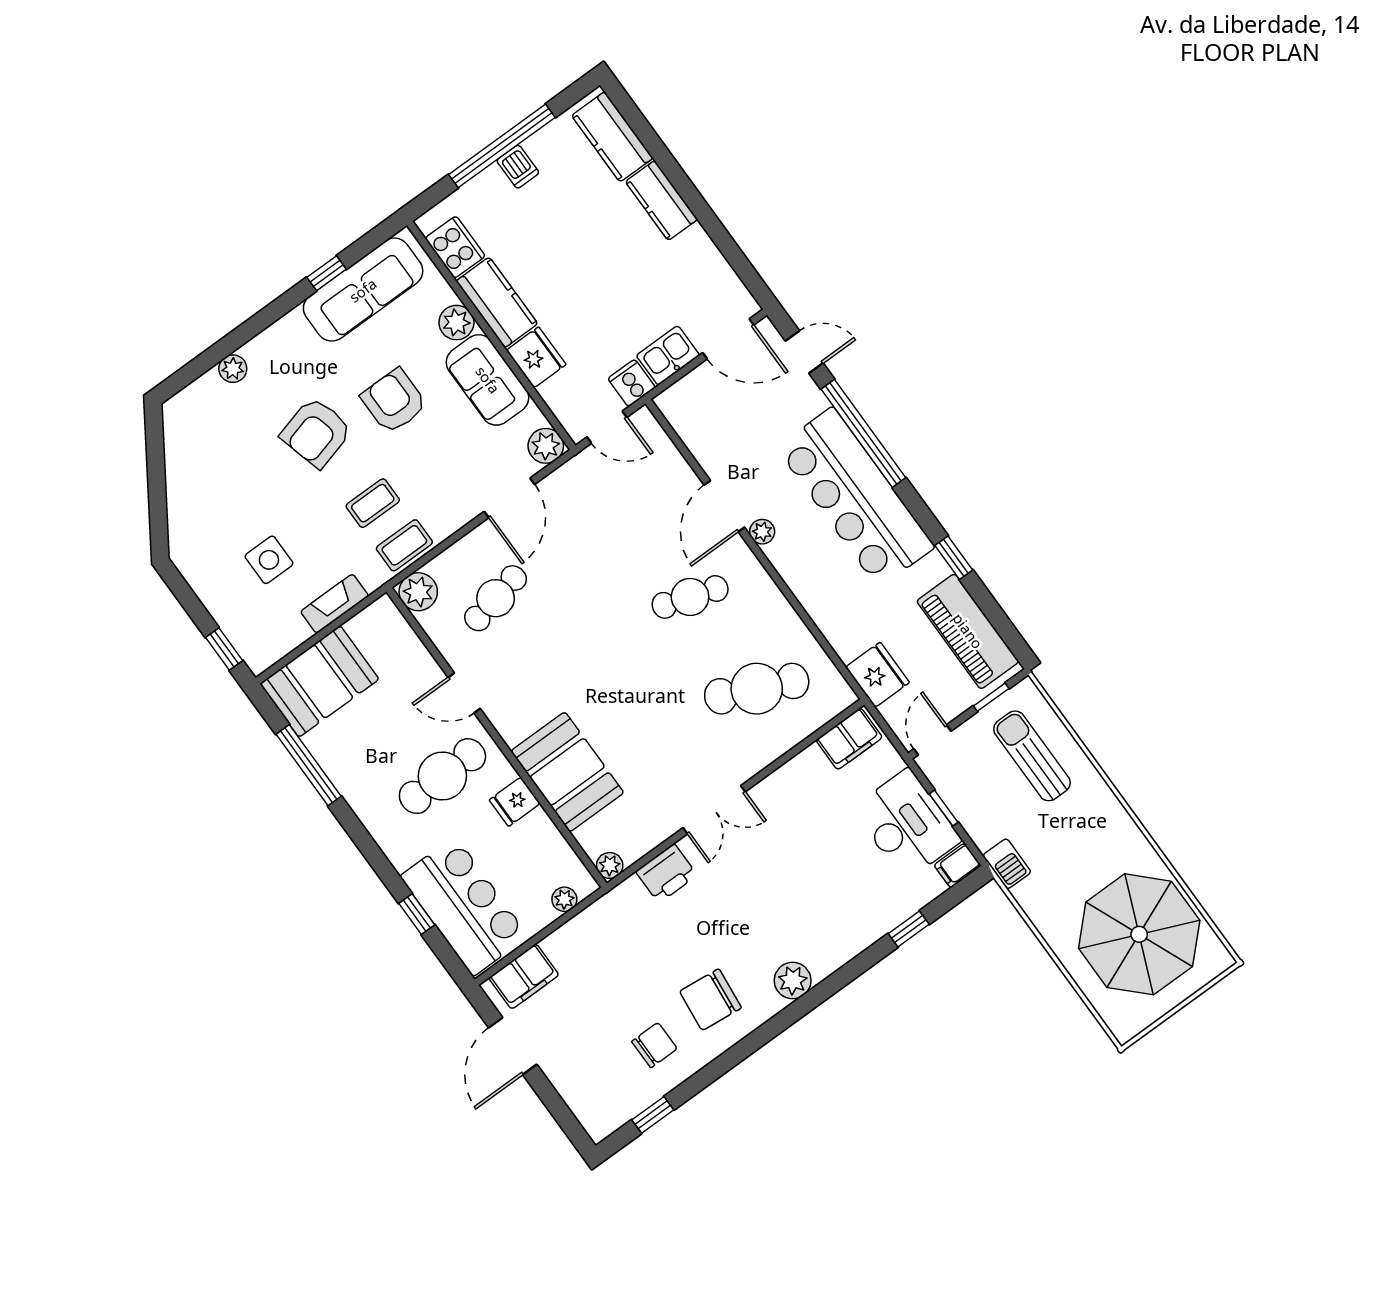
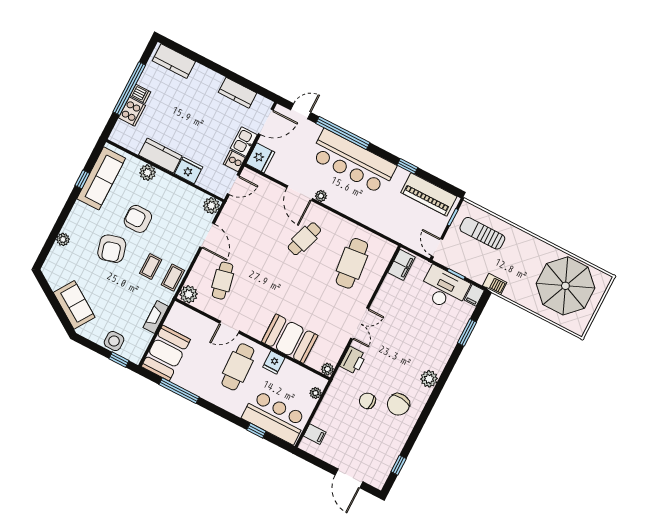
kitchen counter: (661, 201) -> (237, 93), moved
cooker: (455, 247) -> (132, 112), moved, turned 90
sofa: (488, 380) -> (74, 305), moved, turned -147
side table: (269, 560) -> (114, 341), moved
fridge: (878, 675) -> (260, 158), moved, turned 90
cafe table: (757, 689) -> (352, 263), turned -30
window: (909, 929) -> (467, 332), width x1.50
filing cabinet: (524, 976) -> (315, 434), width x0.50
chair: (654, 1045) -> (367, 401), moved, turned -90
door: (513, 1046) -> (349, 478), moved

